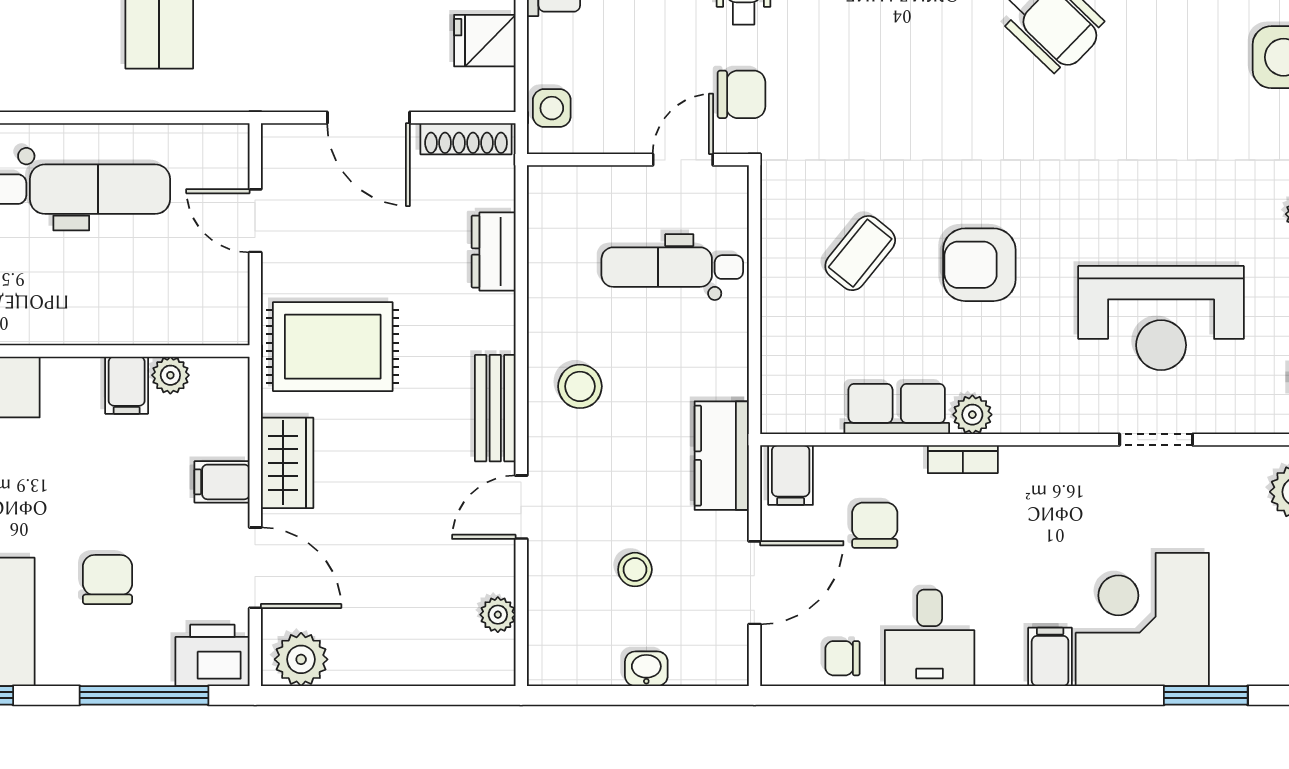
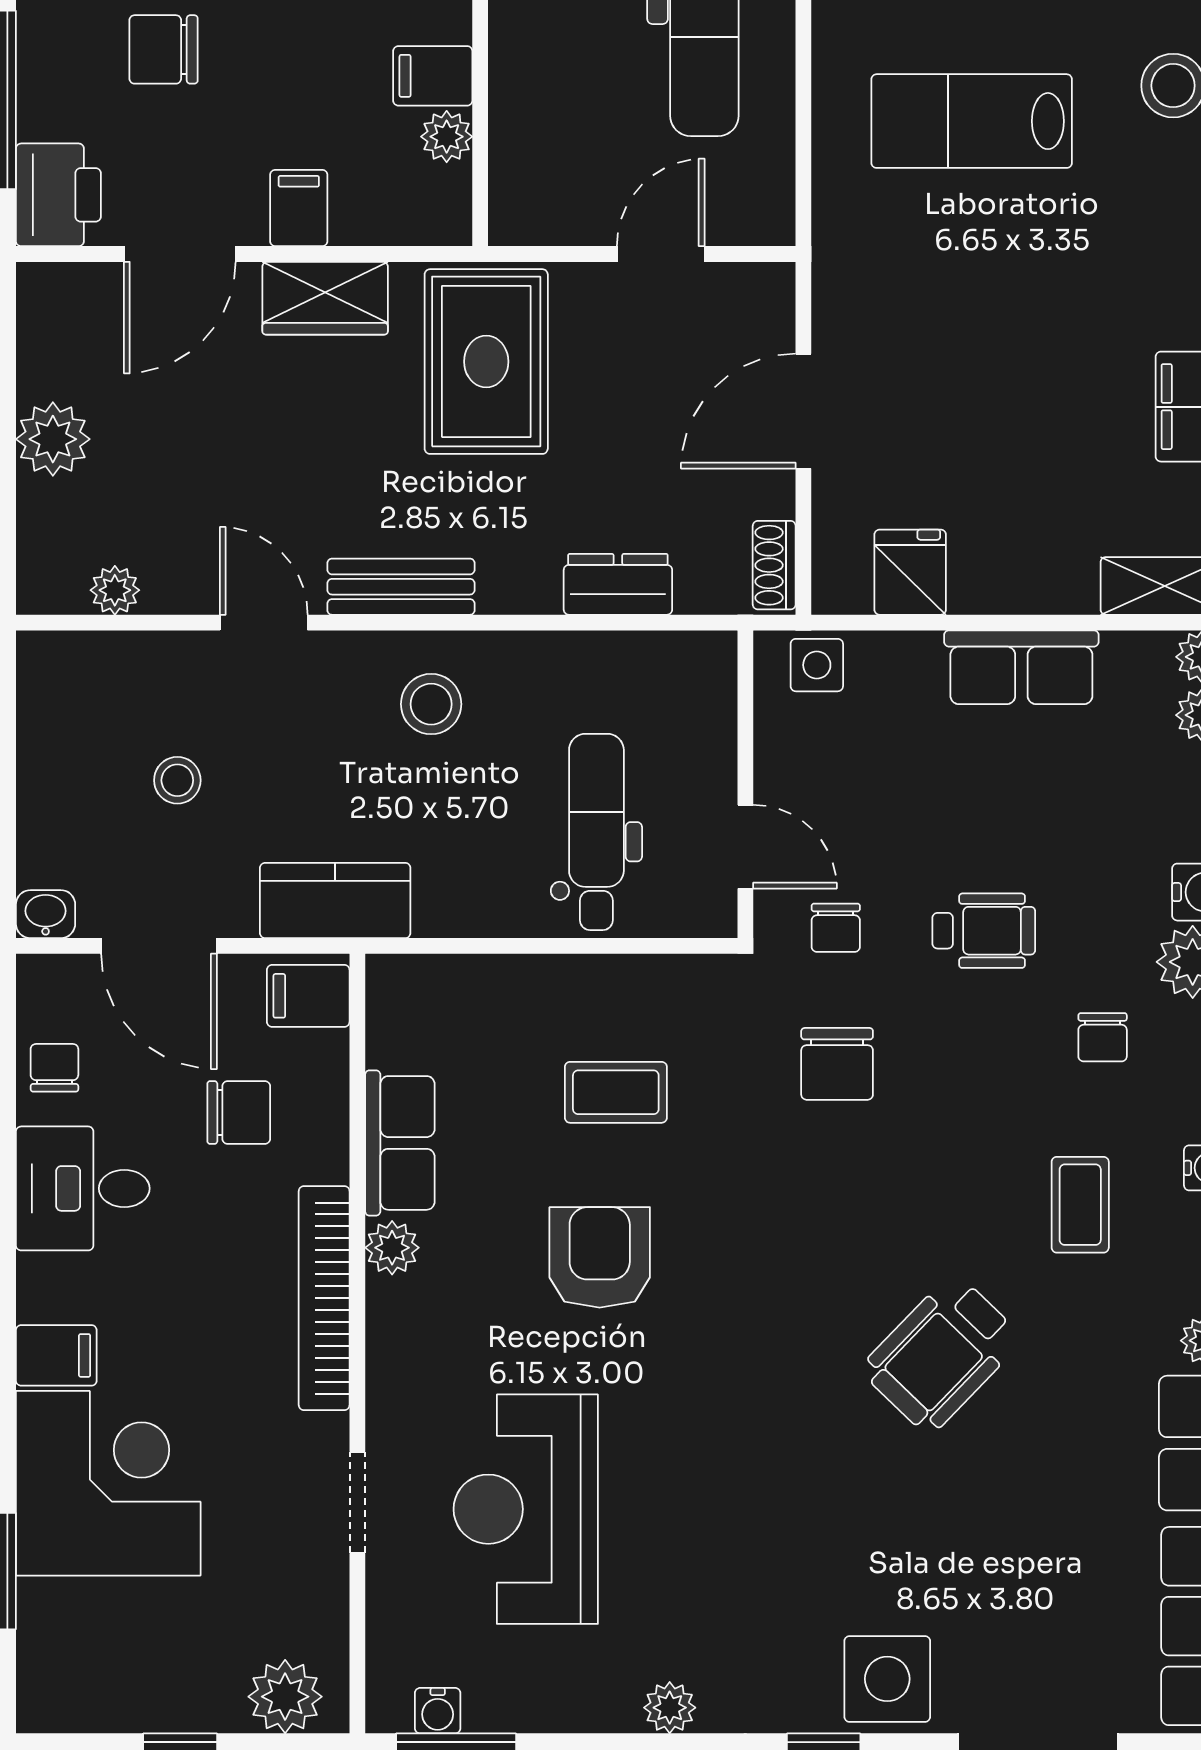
chair: (840, 93) -> (837, 1064), added
chair: (741, 94) -> (836, 928), width x0.73, depth x0.73
shoe rack: (466, 139) -> (774, 565), width x0.70
coffee table: (860, 253) -> (616, 1092), turned -39
bookcase: (963, 459) -> (324, 1298), width x2.31, depth x1.31
chair: (108, 580) -> (163, 49), turned 180
plant: (301, 659) -> (53, 439), moved
washbasin: (646, 669) -> (46, 914), moved, turned -90

